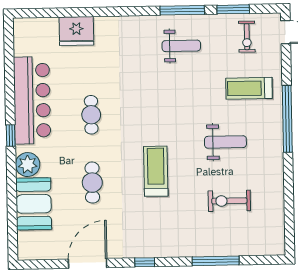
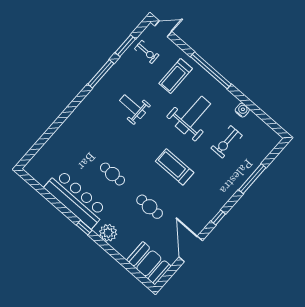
fridge: (76, 31) -> (60, 141), removed
weight bench: (181, 46) -> (133, 107), moved, turned -90
weight bench: (225, 142) -> (193, 115), width x1.36, depth x1.33
water cooler: (276, 187) -> (242, 110), added
booth: (34, 204) -> (149, 263), moved

